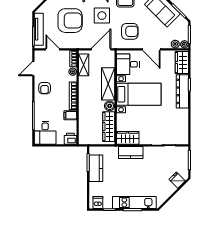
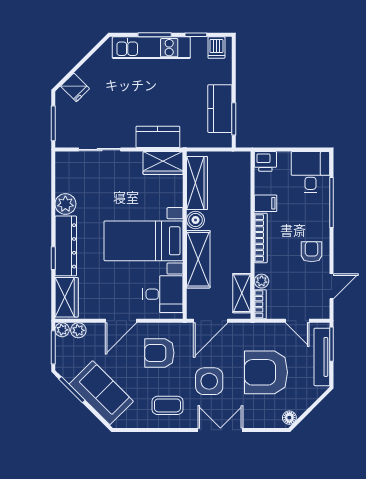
door: (151, 49) -> (121, 321), swing flipped
plant: (182, 115) -> (65, 204), added

